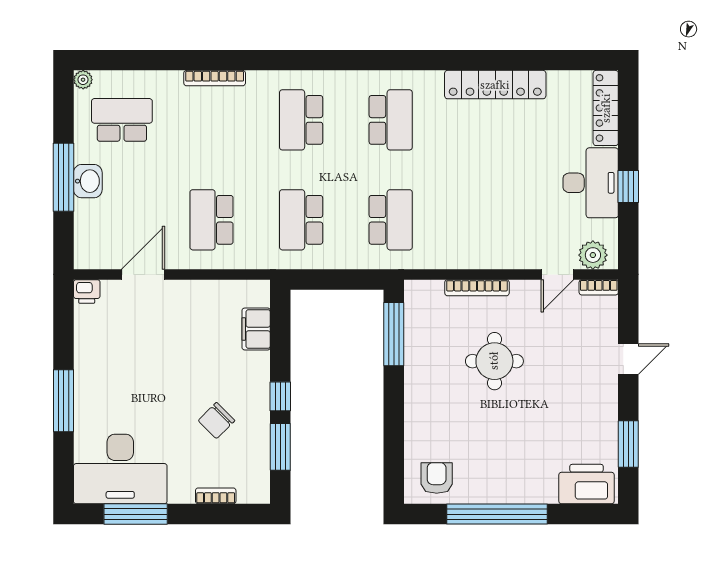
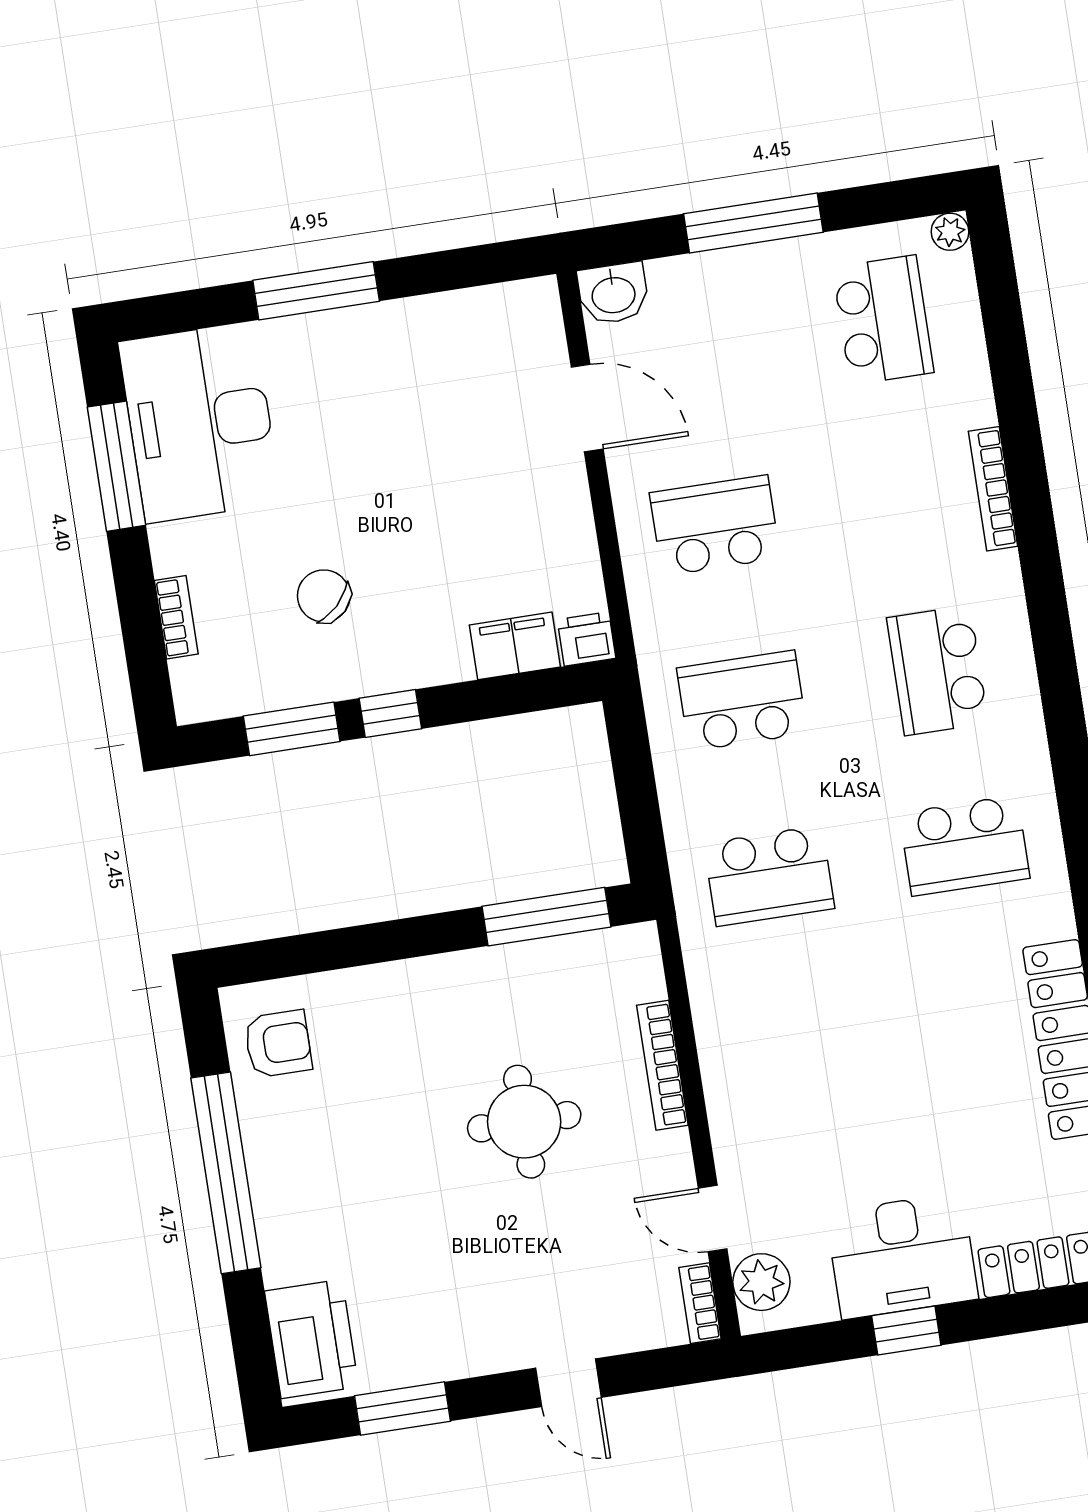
school desk: (301, 120) -> (937, 670), turned -90
washbasin: (88, 181) -> (613, 294), moved
printer: (87, 291) -> (586, 639), moved, turned 90

